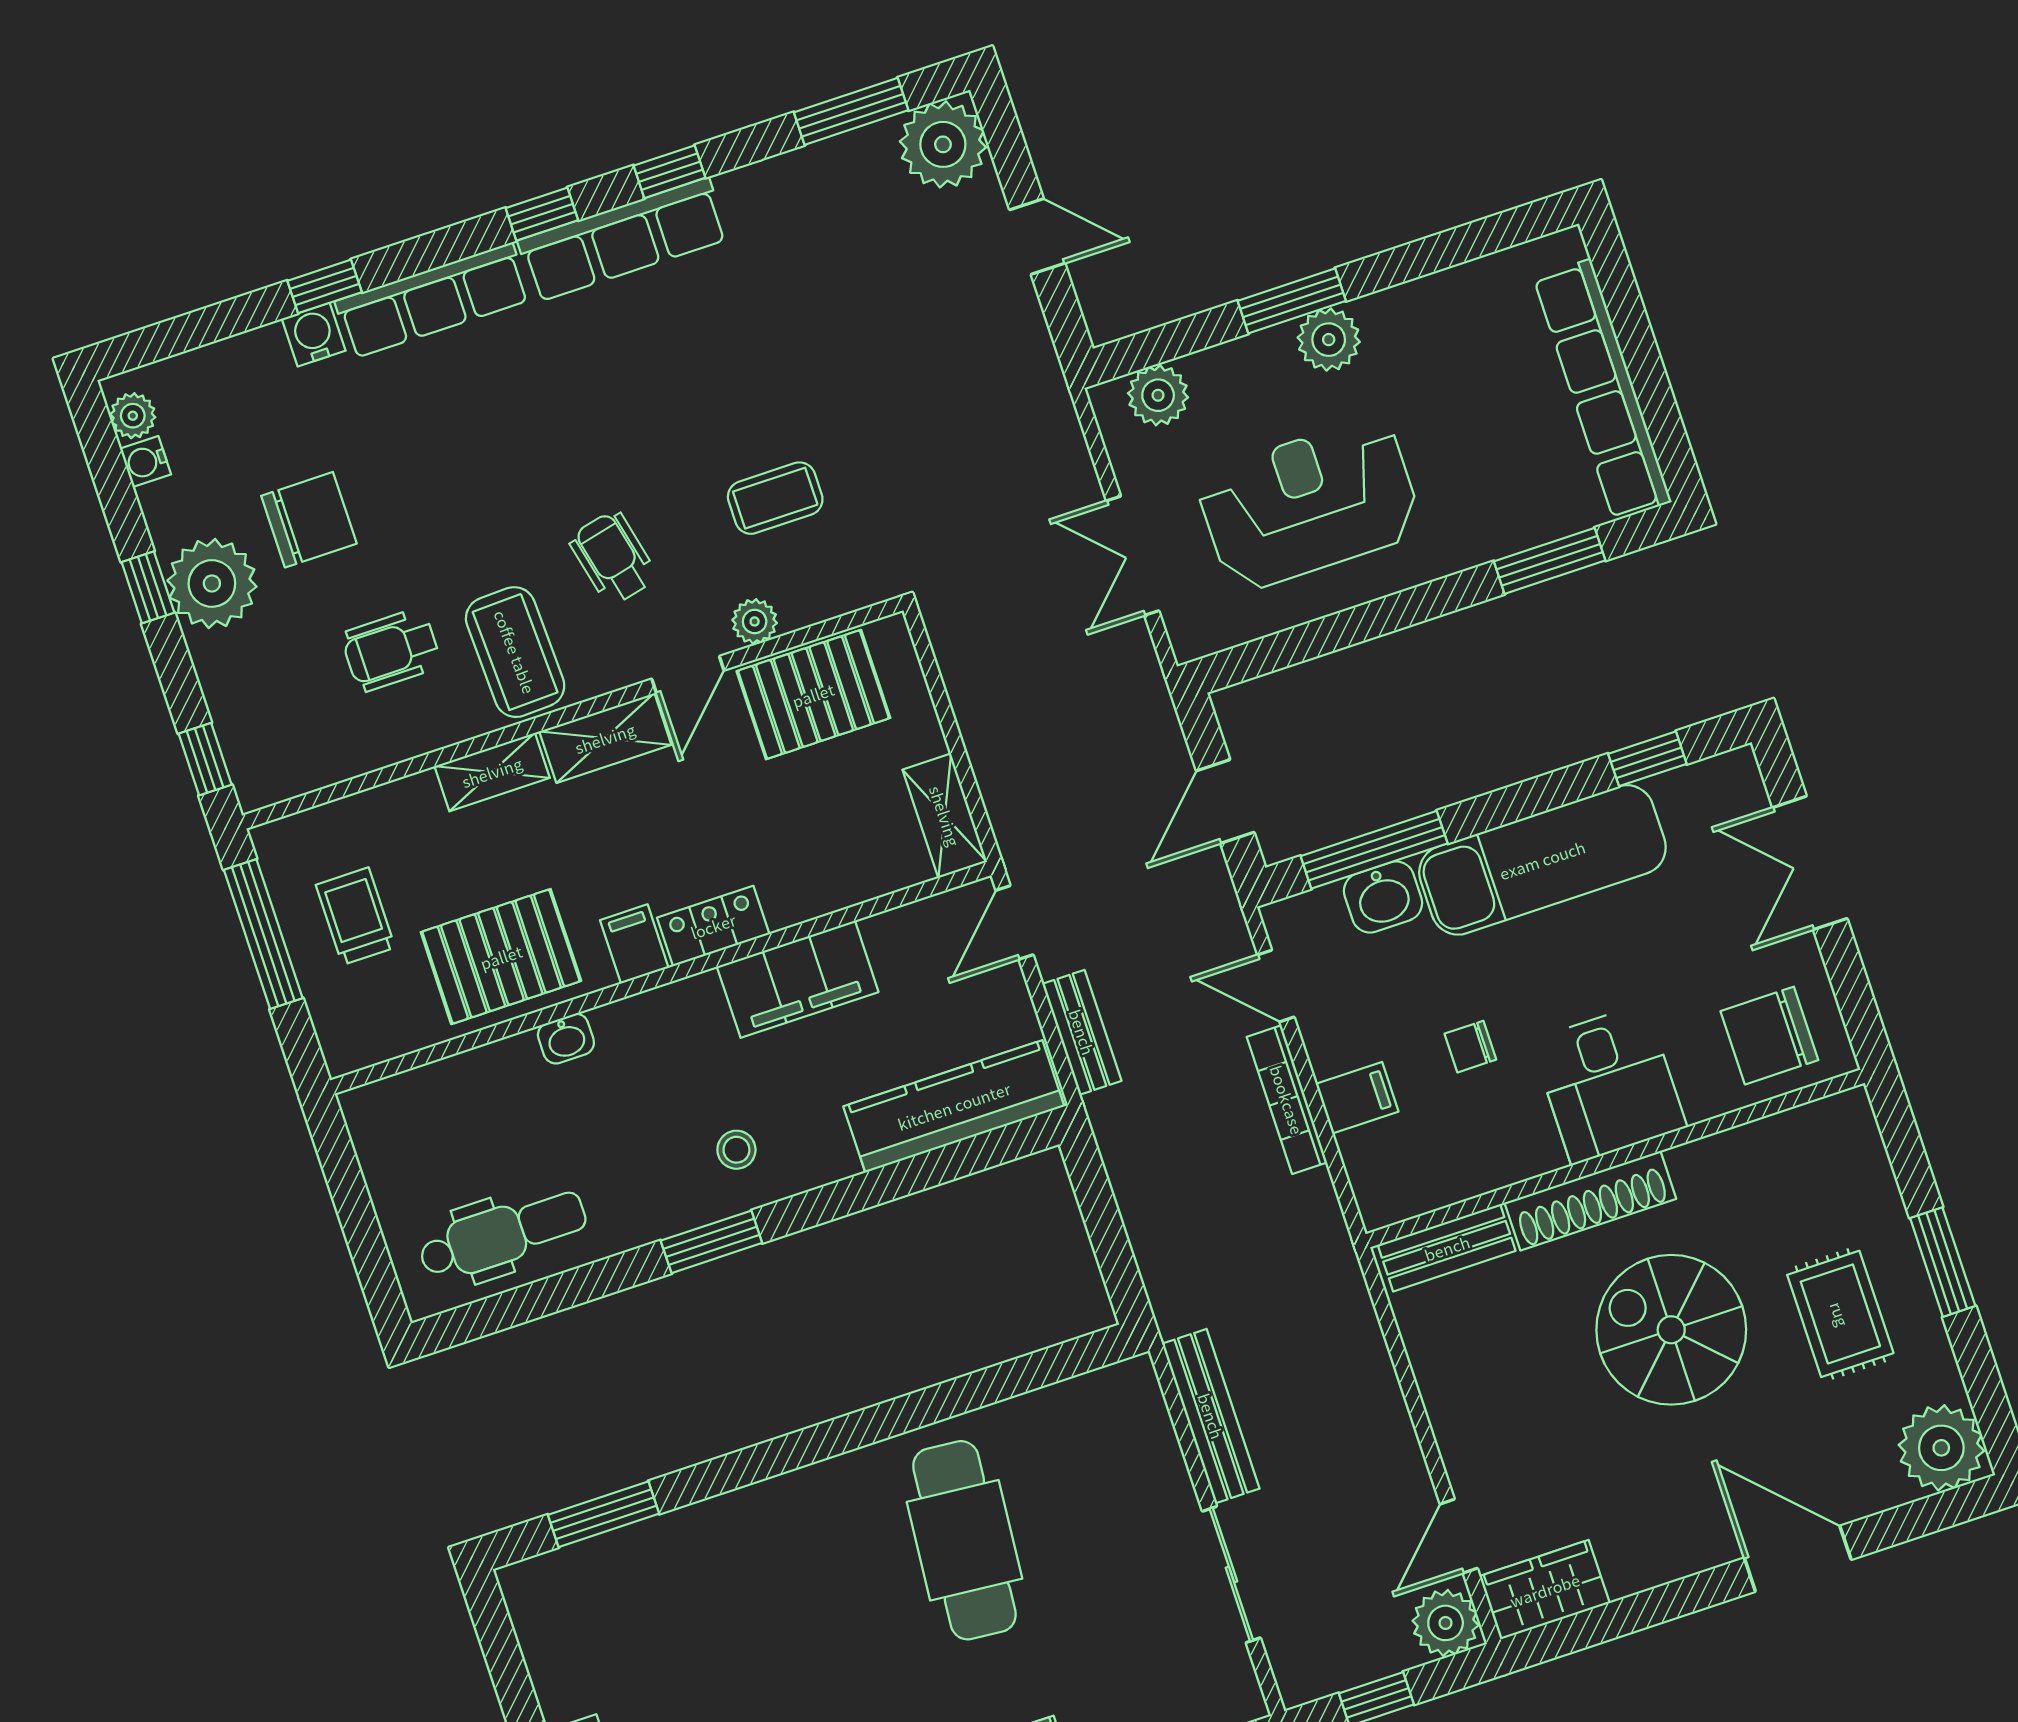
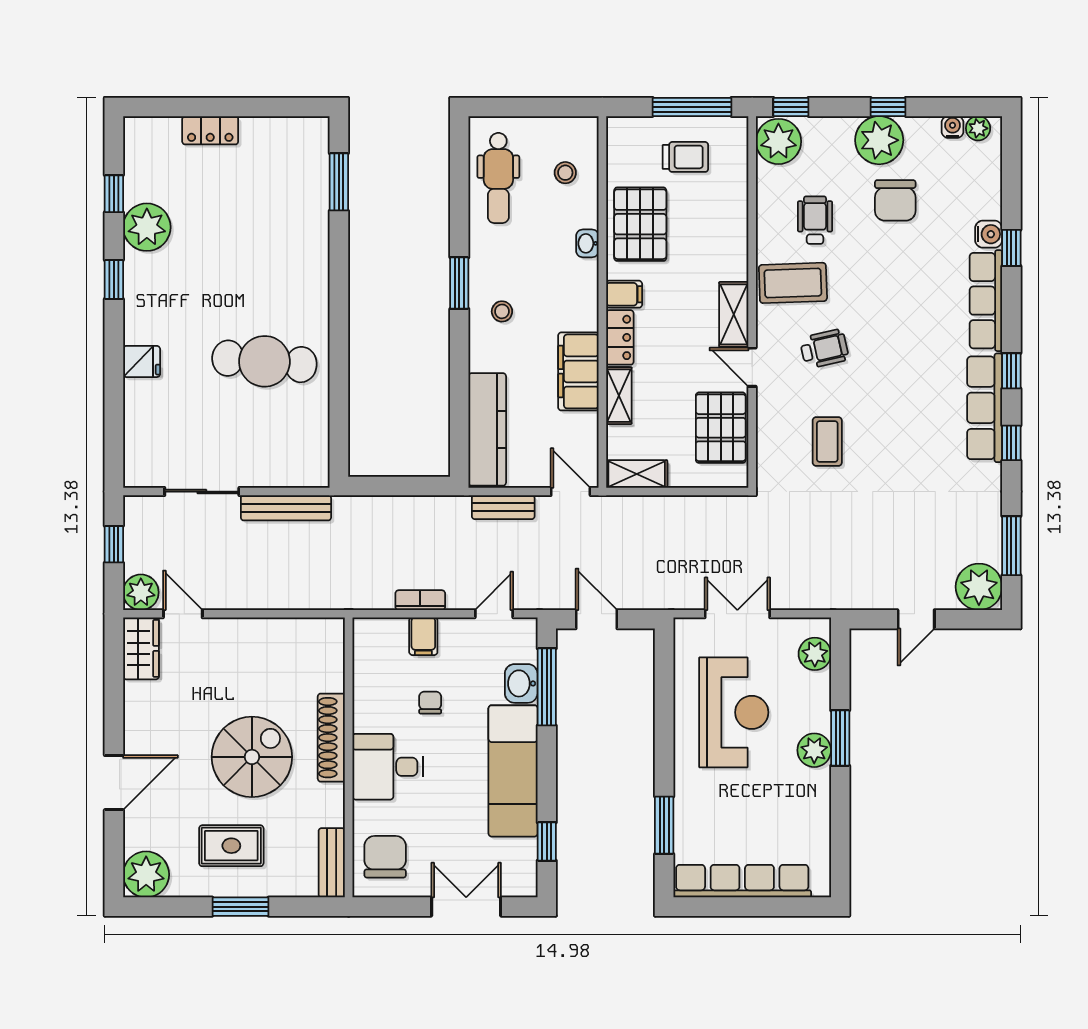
plant: (755, 621) -> (778, 141), moved, width x1.88, depth x1.88
shelving: (492, 772) -> (619, 396), moved
bookcase: (1287, 1100) -> (420, 600), width x0.64
stool: (454, 1119) -> (565, 173), added
bench: (1447, 1248) -> (332, 863), moved

